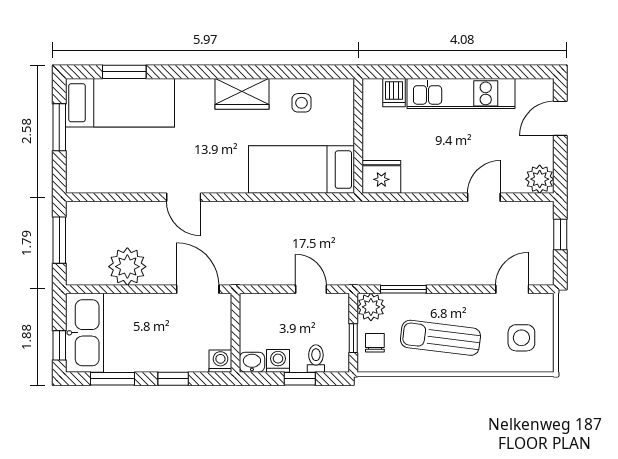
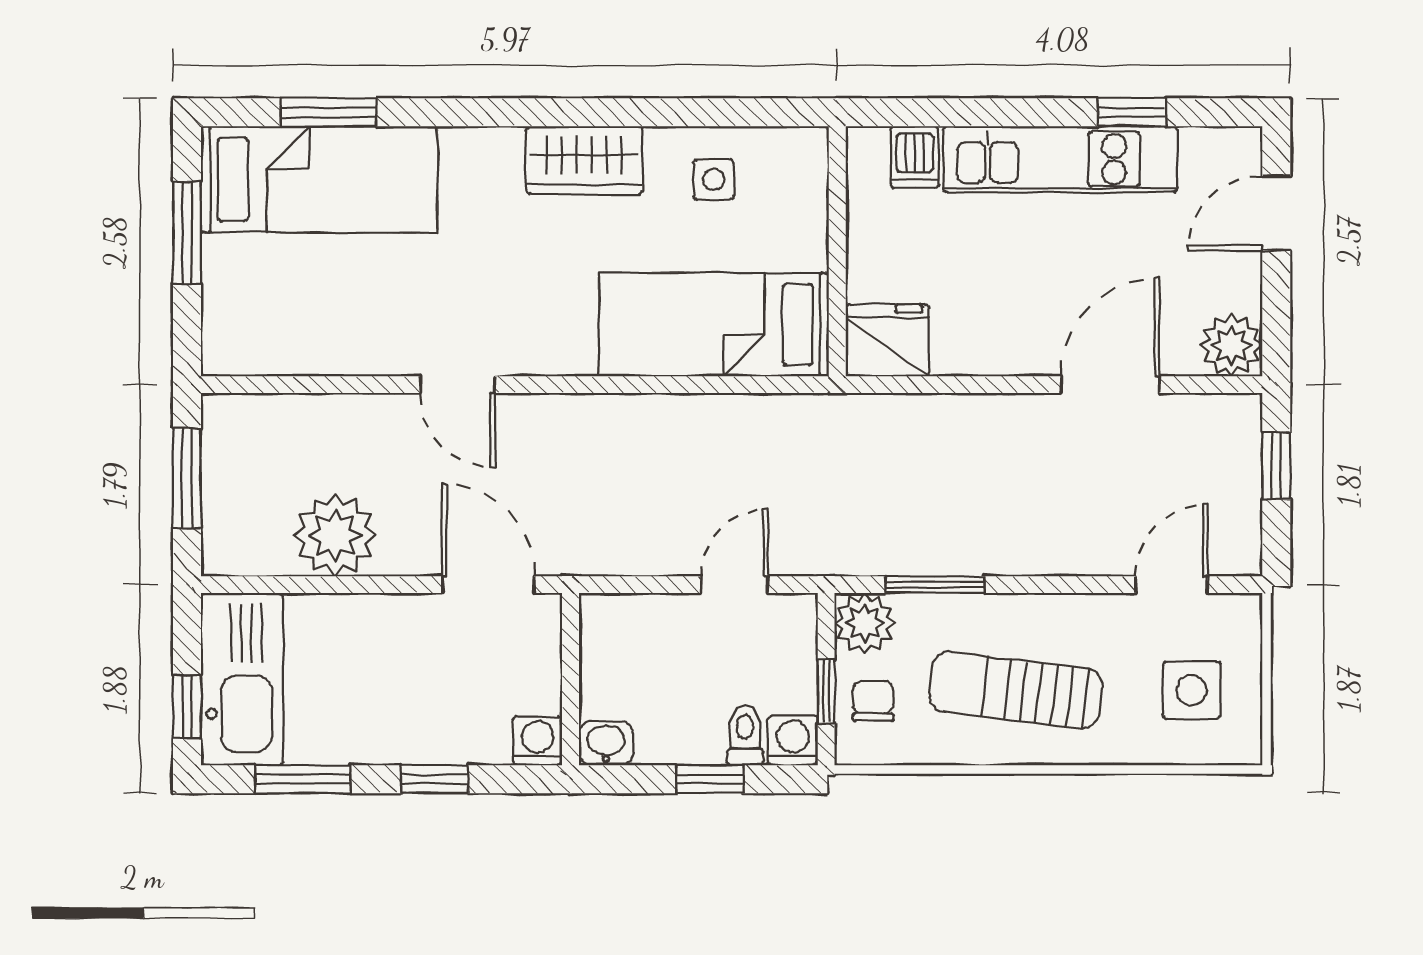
window: (494, 72) -> (1132, 112), added
door: (484, 197) -> (1110, 385), width x1.38
door: (311, 289) -> (734, 585), hinge flipped
washing machine: (278, 361) -> (793, 740), moved

